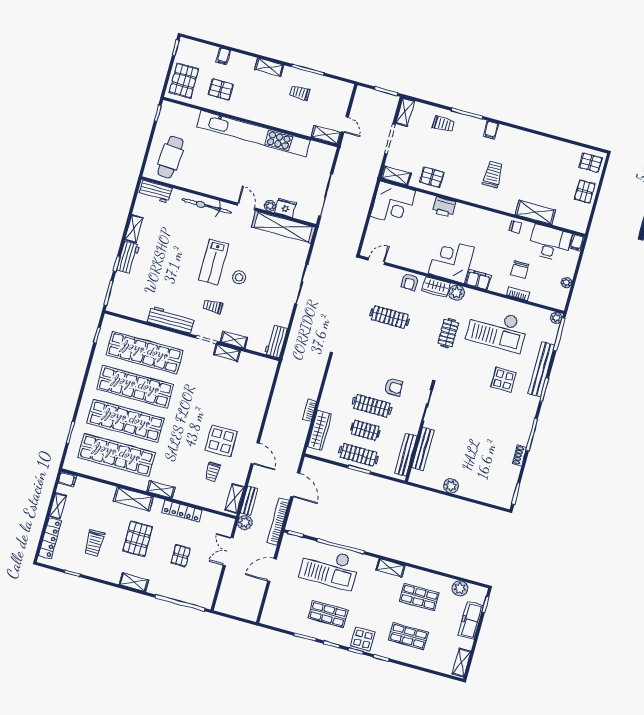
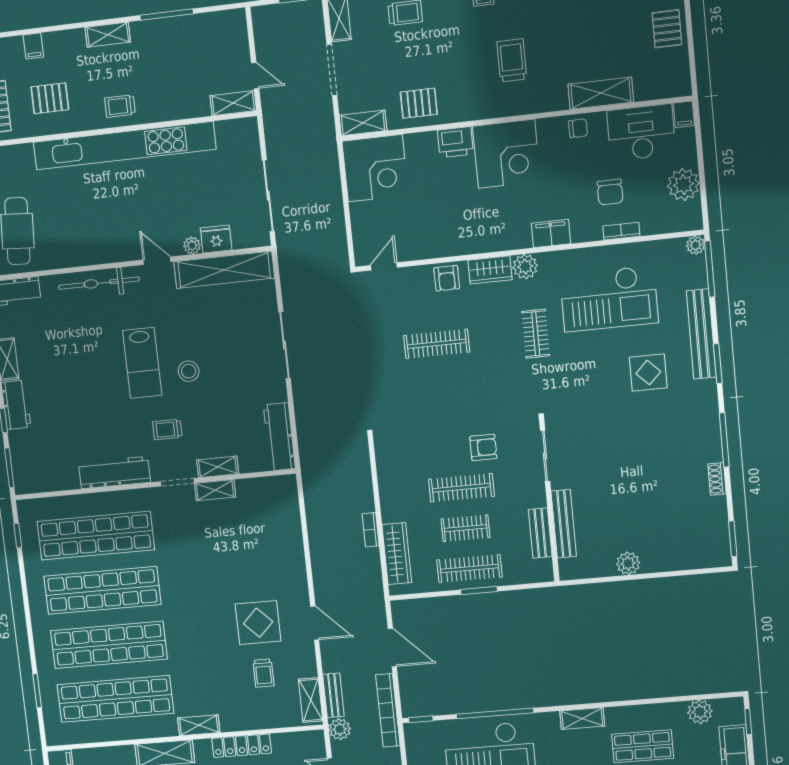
trolley: (300, 93) -> (120, 106), moved
corner desk: (451, 261) -> (506, 154), moved, turned 180
plant: (566, 283) -> (683, 185), width x1.88, depth x1.88
workbench: (276, 341) -> (279, 437), width x1.38
bench: (406, 455) -> (540, 533), width x0.73

